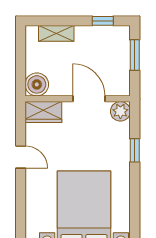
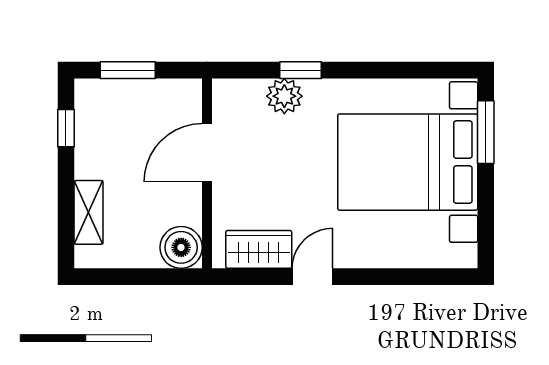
plant: (120, 111) -> (284, 96), moved
wardrobe: (43, 112) -> (259, 249), moved, turned -90

